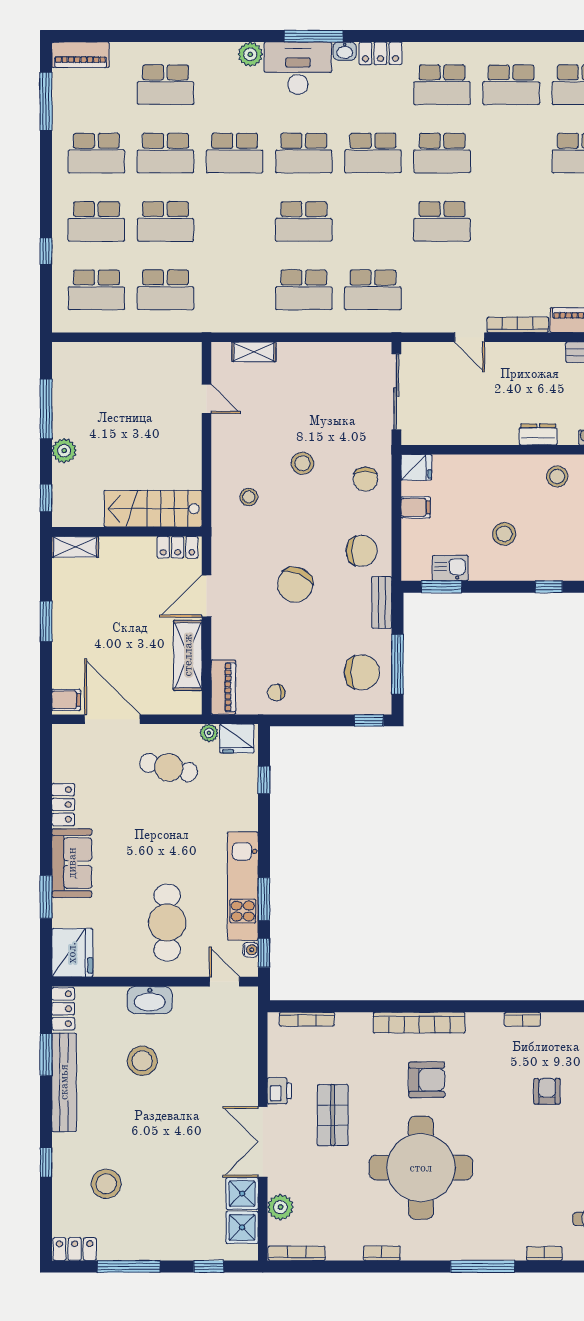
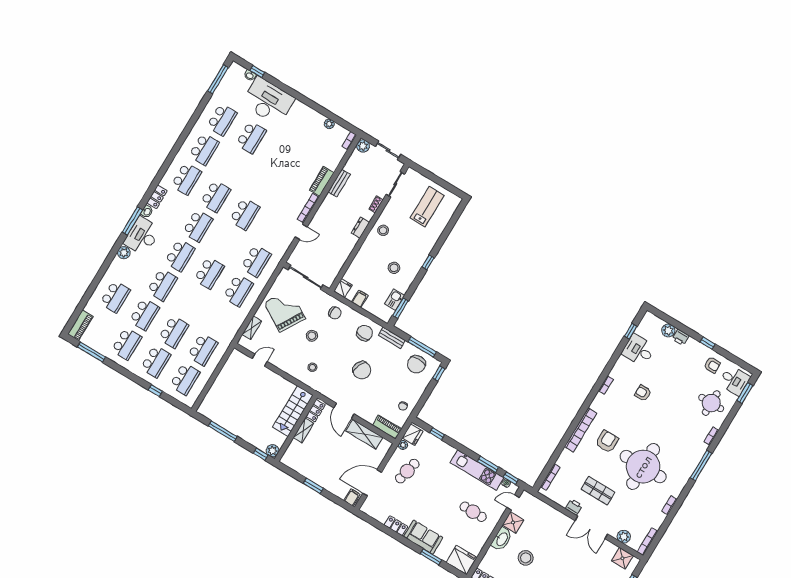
grand piano: (317, 391) -> (285, 311), added
plant: (64, 451) -> (273, 451), moved
shelving: (75, 547) -> (303, 430), moved
chair: (362, 672) -> (416, 364), turned 180
cafe table: (167, 923) -> (473, 512), width x0.73, depth x0.74
shower: (242, 1194) -> (513, 522), moved

